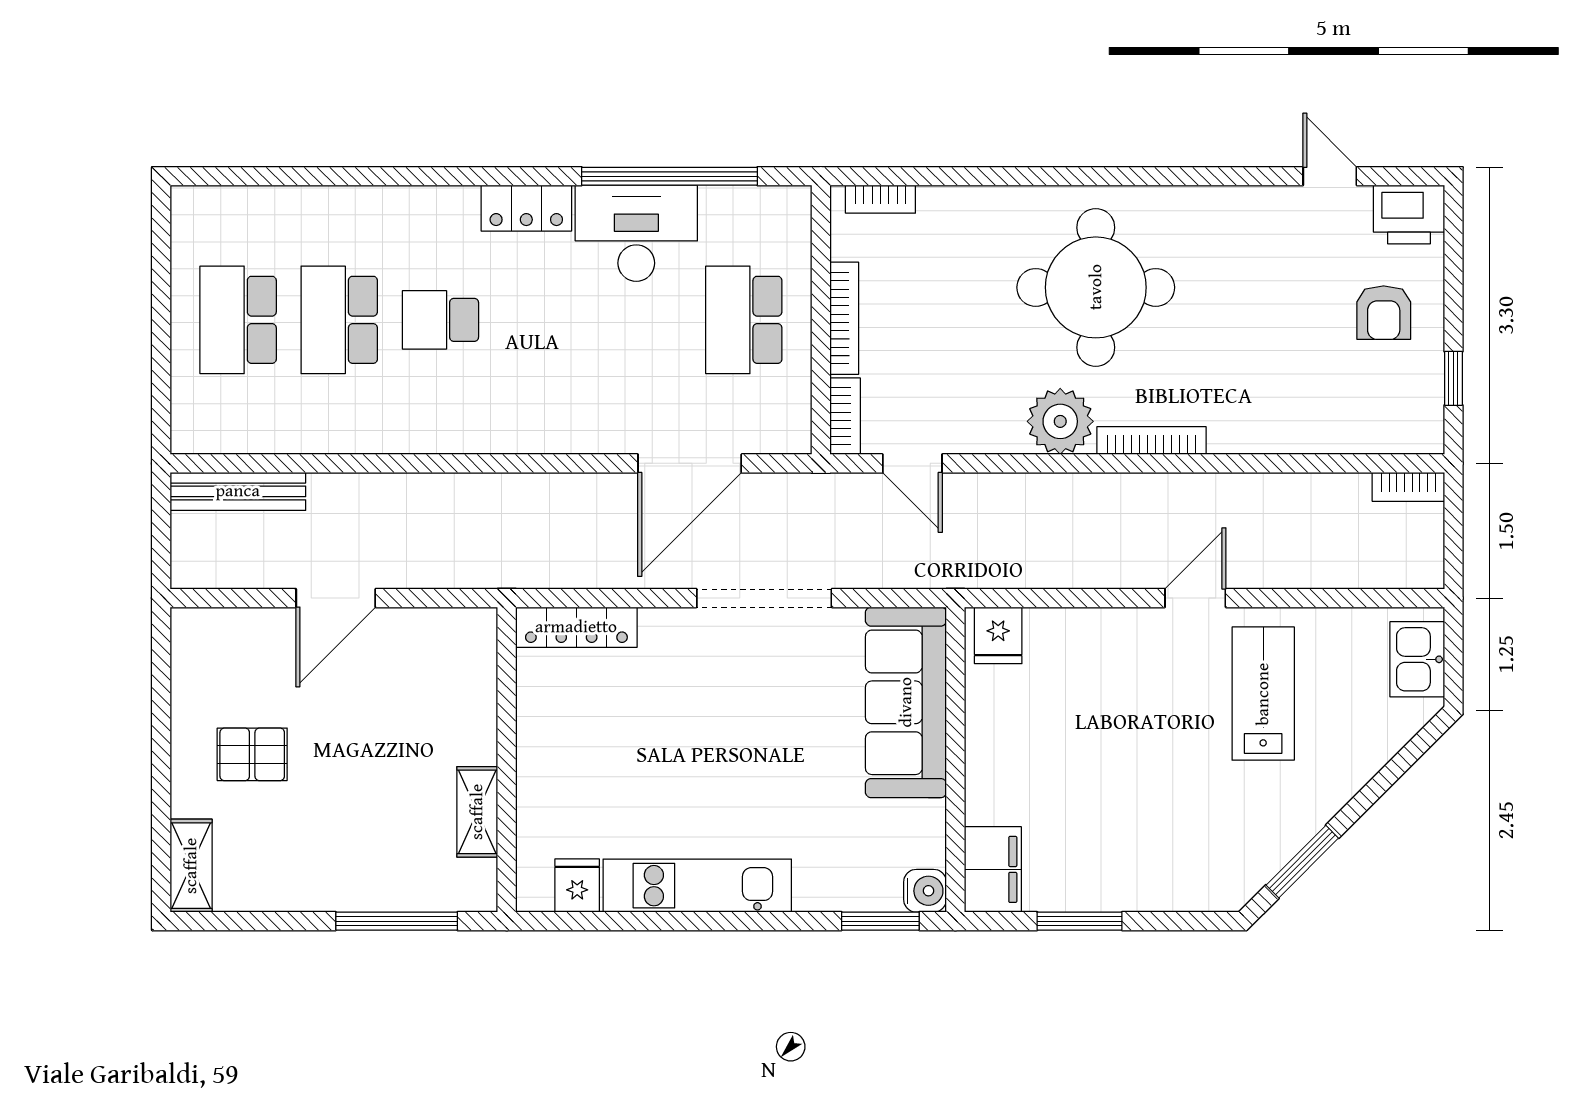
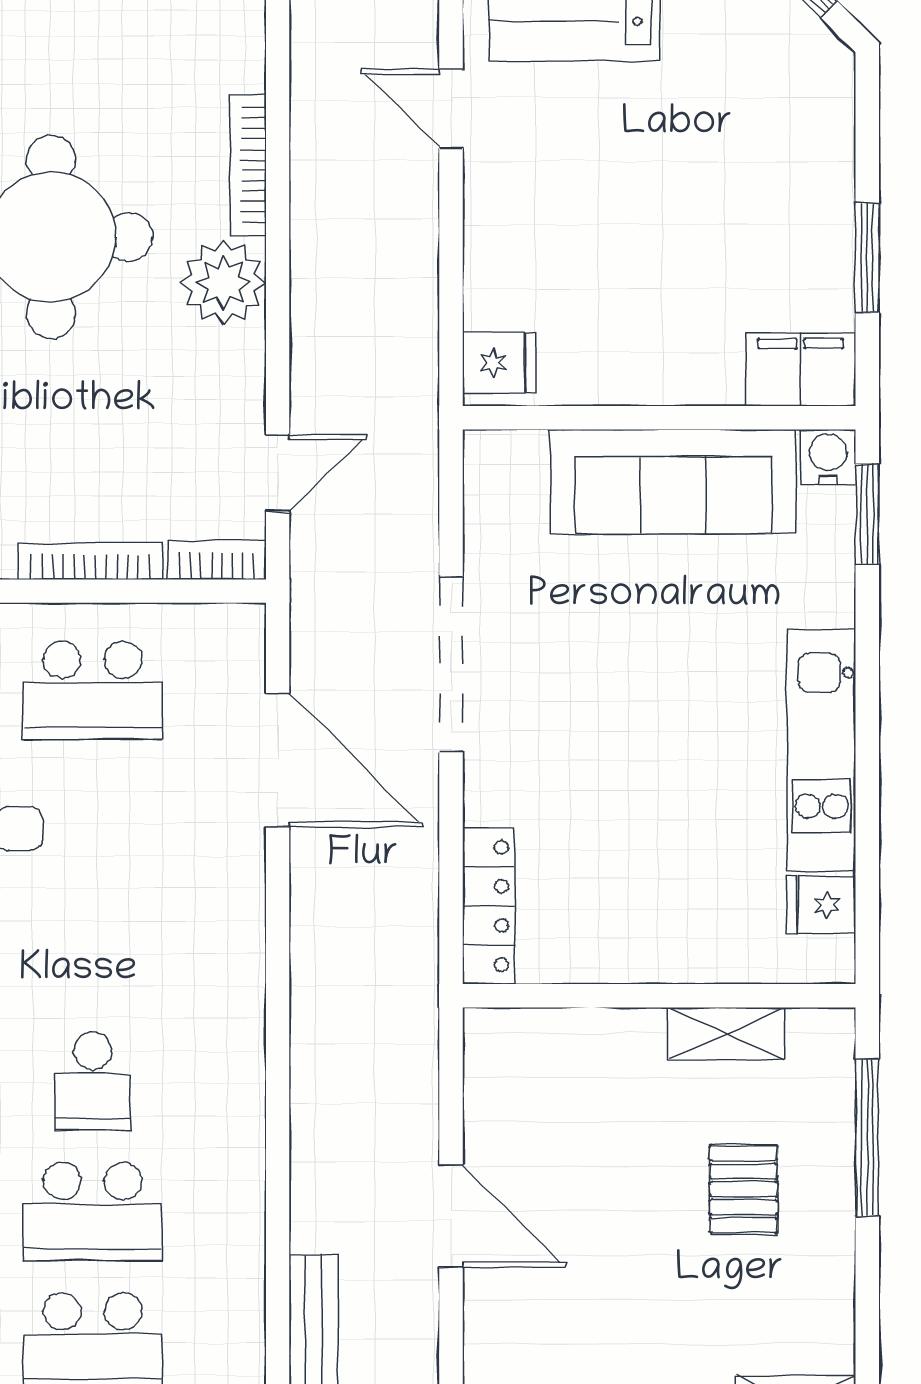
sofa: (906, 702) -> (673, 481), moved
pallet: (252, 754) -> (744, 1189), moved

